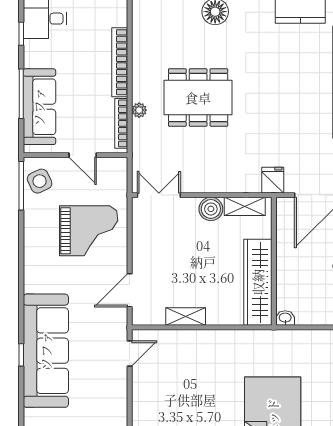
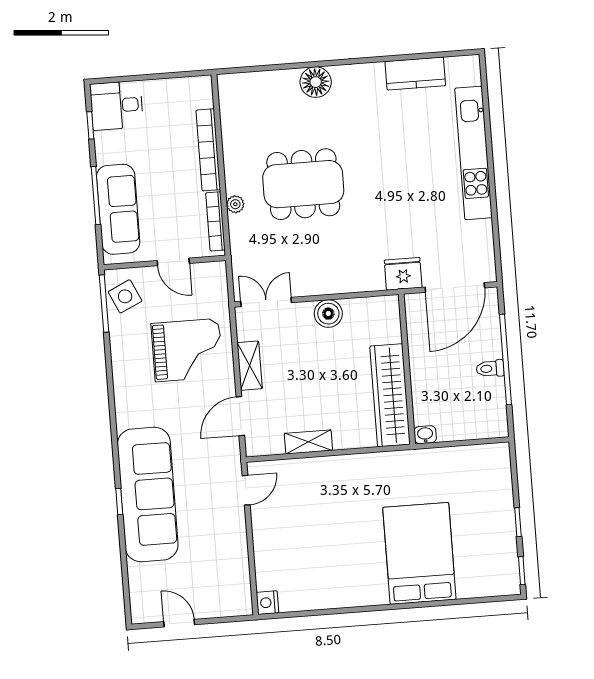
fridge: (273, 180) -> (403, 274), width x1.38
shelving: (245, 206) -> (250, 366), moved, turned 90

